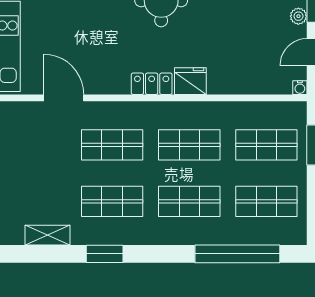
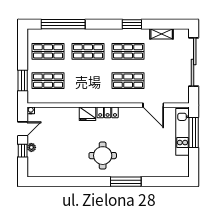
shop shelf: (189, 145) -> (88, 81), removed

